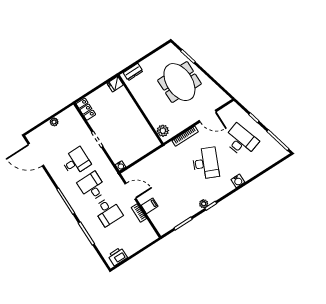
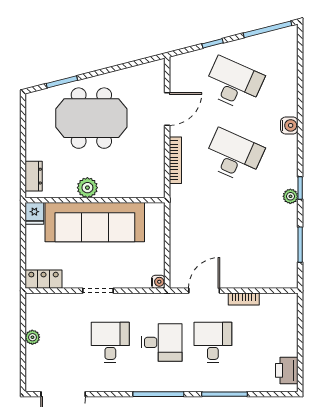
sofa: (130, 116) -> (95, 222), added
plant: (163, 131) -> (87, 188), moved
desk: (241, 141) -> (234, 84), turned 42
desk: (92, 187) -> (162, 342), turned 180
filing cabinet: (150, 206) -> (243, 277), removed
desk: (108, 212) -> (213, 342), turned -90

